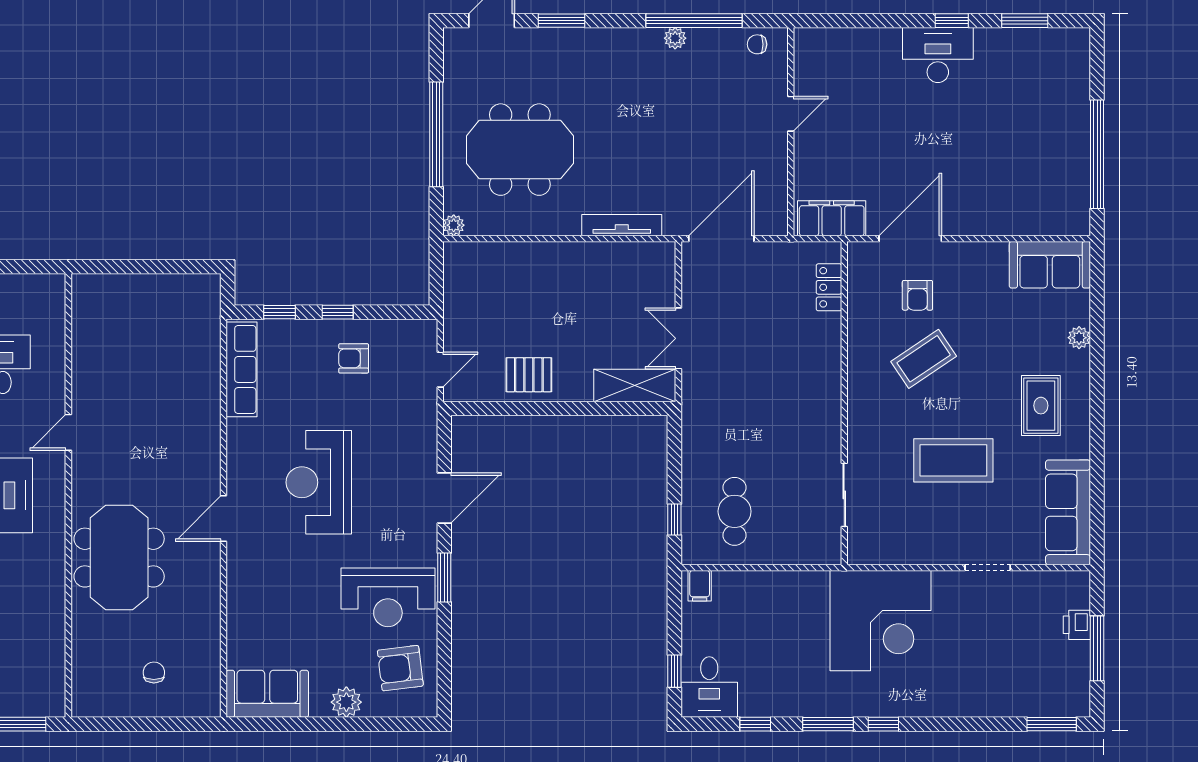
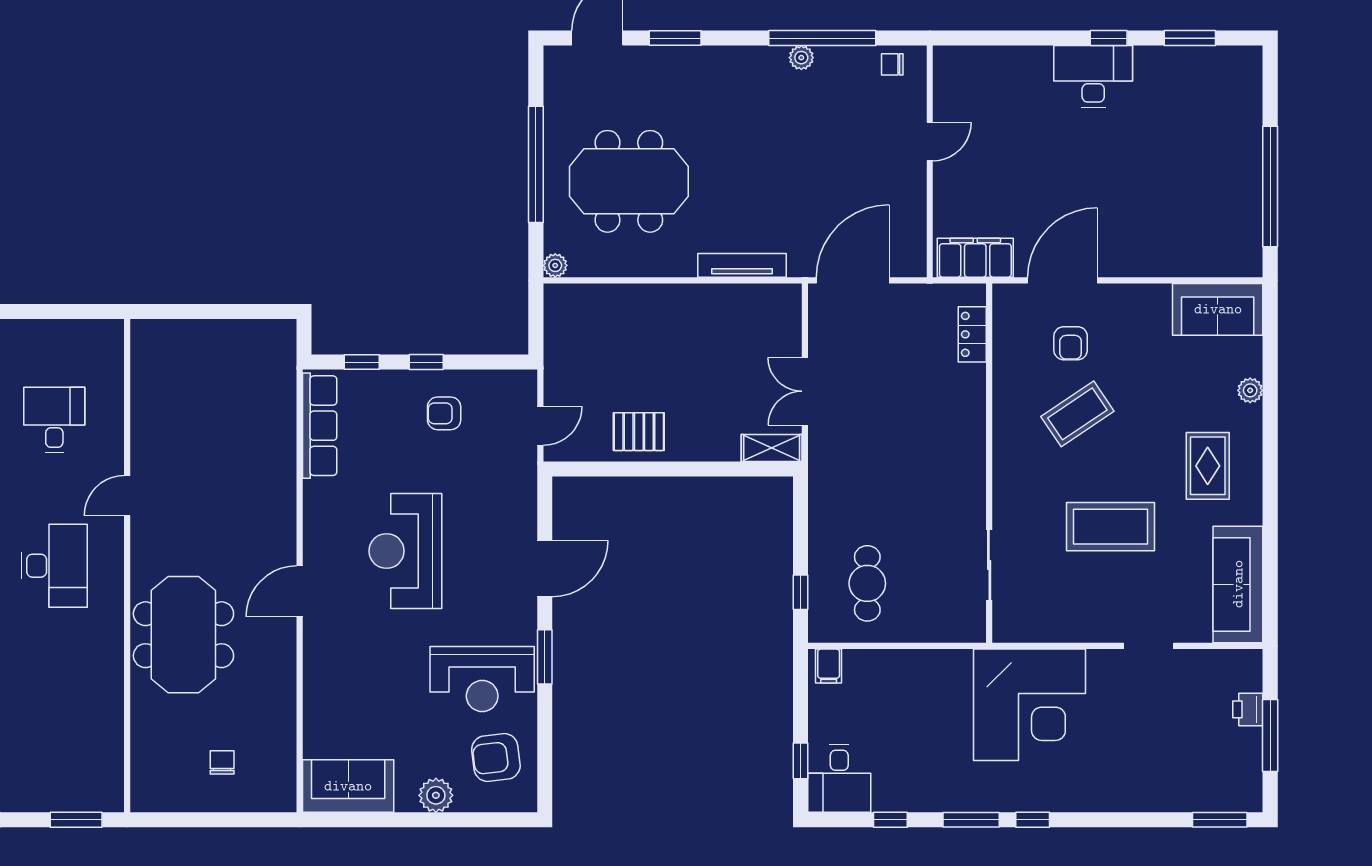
shelving: (635, 385) -> (772, 448), width x0.67, depth x0.75

